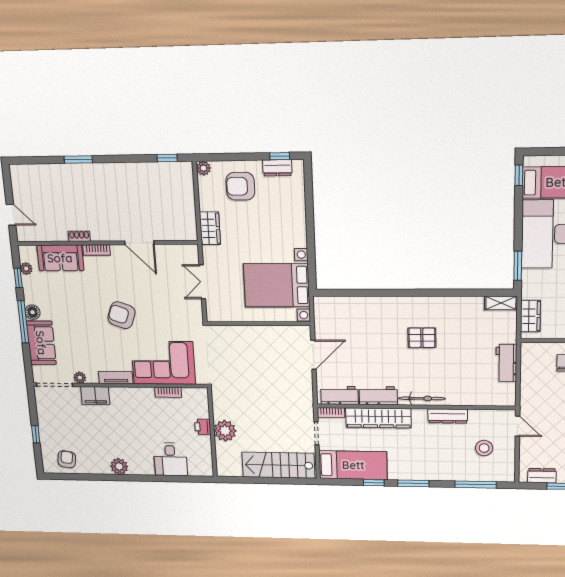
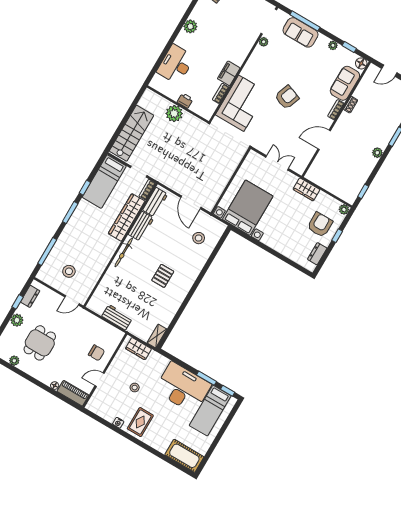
window: (280, 156) -> (337, 236), moved
plant: (111, 170) -> (377, 153), added
window: (518, 266) -> (206, 378), moved
plant: (26, 269) -> (333, 45), moved
floor lamp: (33, 312) -> (361, 63), moved
window: (23, 322) -> (305, 21), moved
stool: (350, 322) -> (199, 238), added
tv unit: (116, 378) -> (250, 66), removed
filing cabinet: (95, 396) -> (229, 73), moved
dresser: (448, 416) -> (103, 261), removed
desk: (170, 459) -> (176, 64), width x1.37

